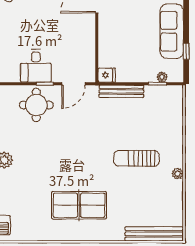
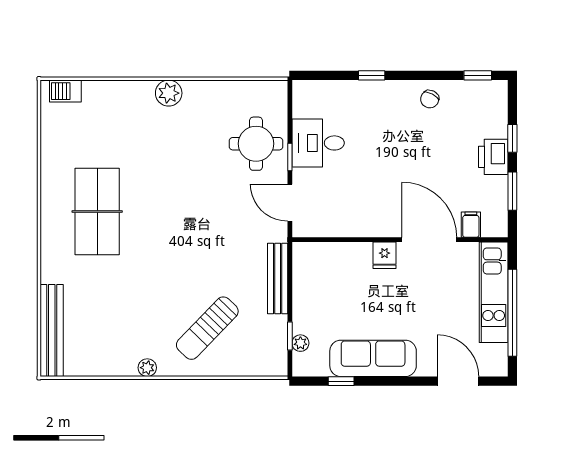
fridge: (107, 75) -> (385, 255), moved
sun lounger: (136, 158) -> (207, 328), moved, turned -136

